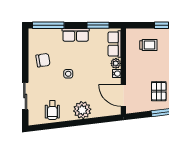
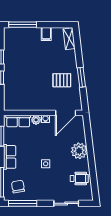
trolley: (148, 45) -> (19, 90), removed
window: (25, 49) -> (23, 203), added
chair: (43, 60) -> (18, 187), moved

